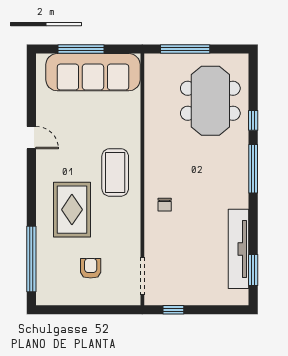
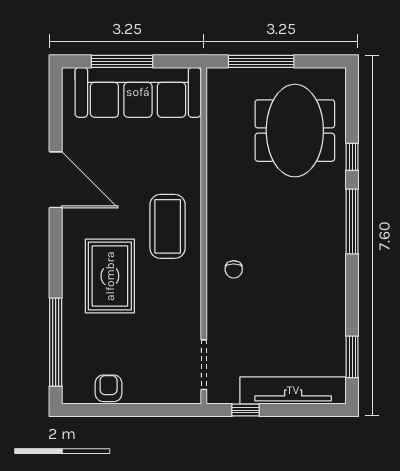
door: (31, 138) -> (56, 180), width x1.87
tv unit: (239, 249) -> (293, 390), moved, turned 90
armchair: (91, 268) -> (109, 388), moved

